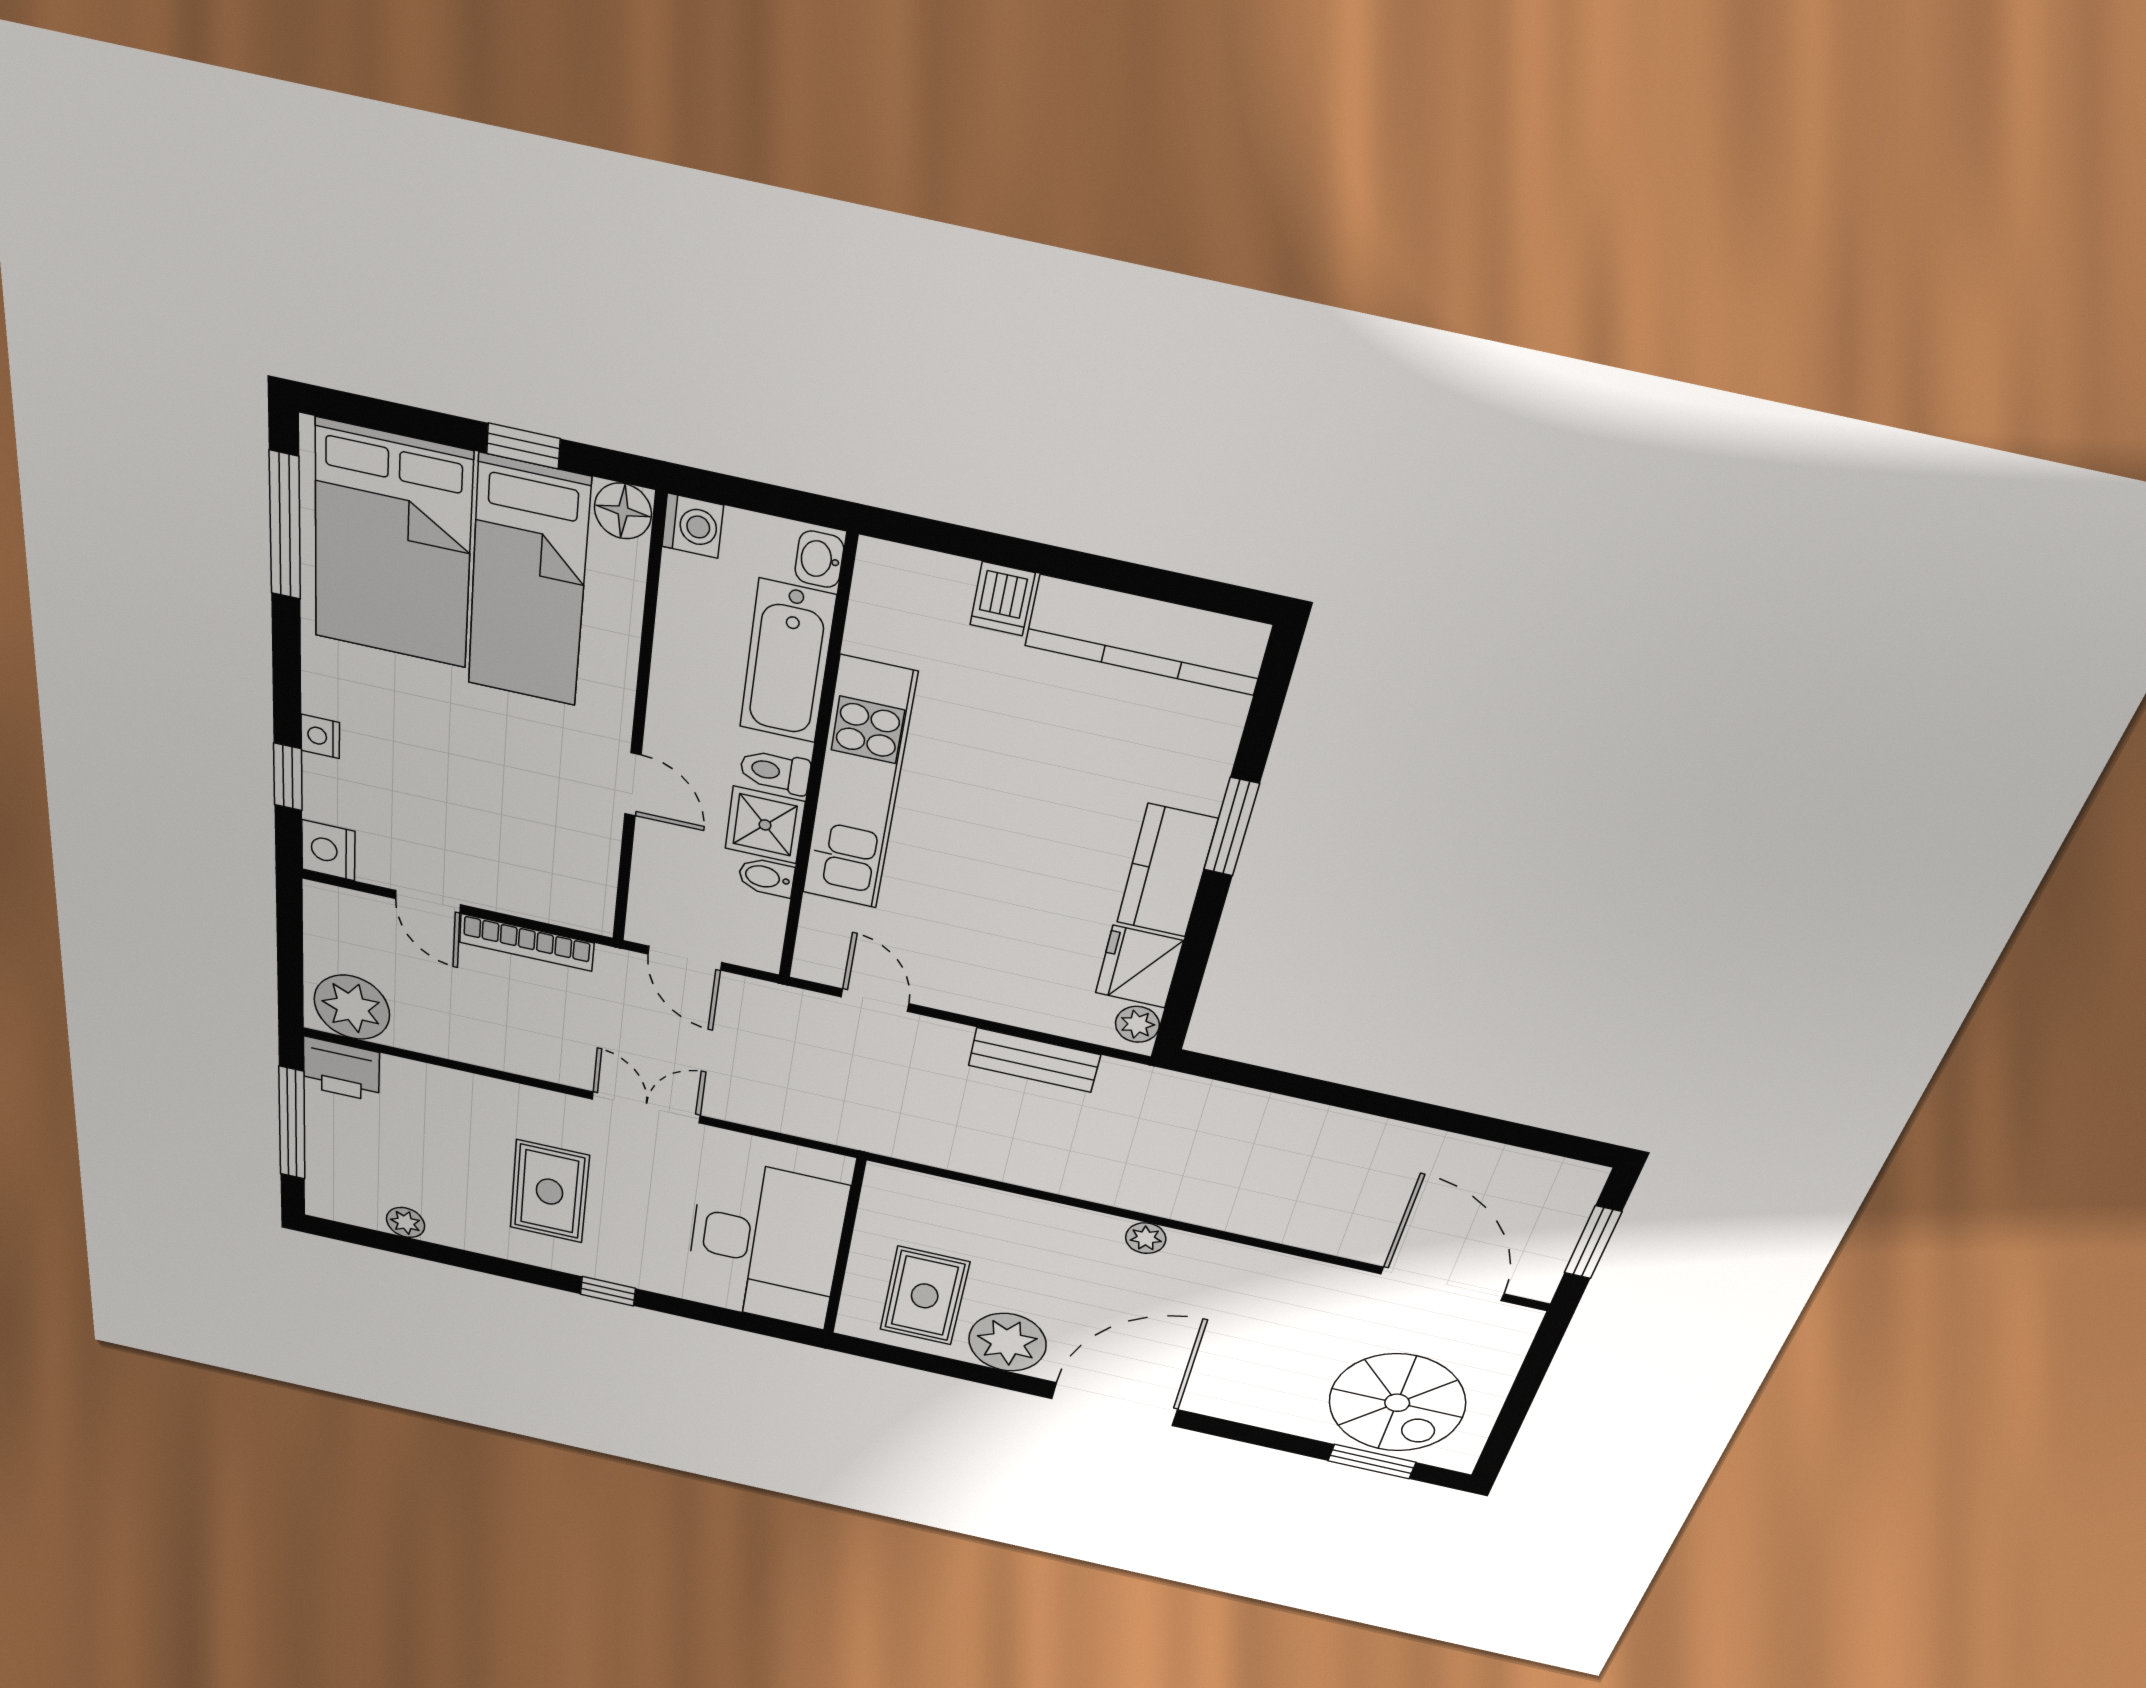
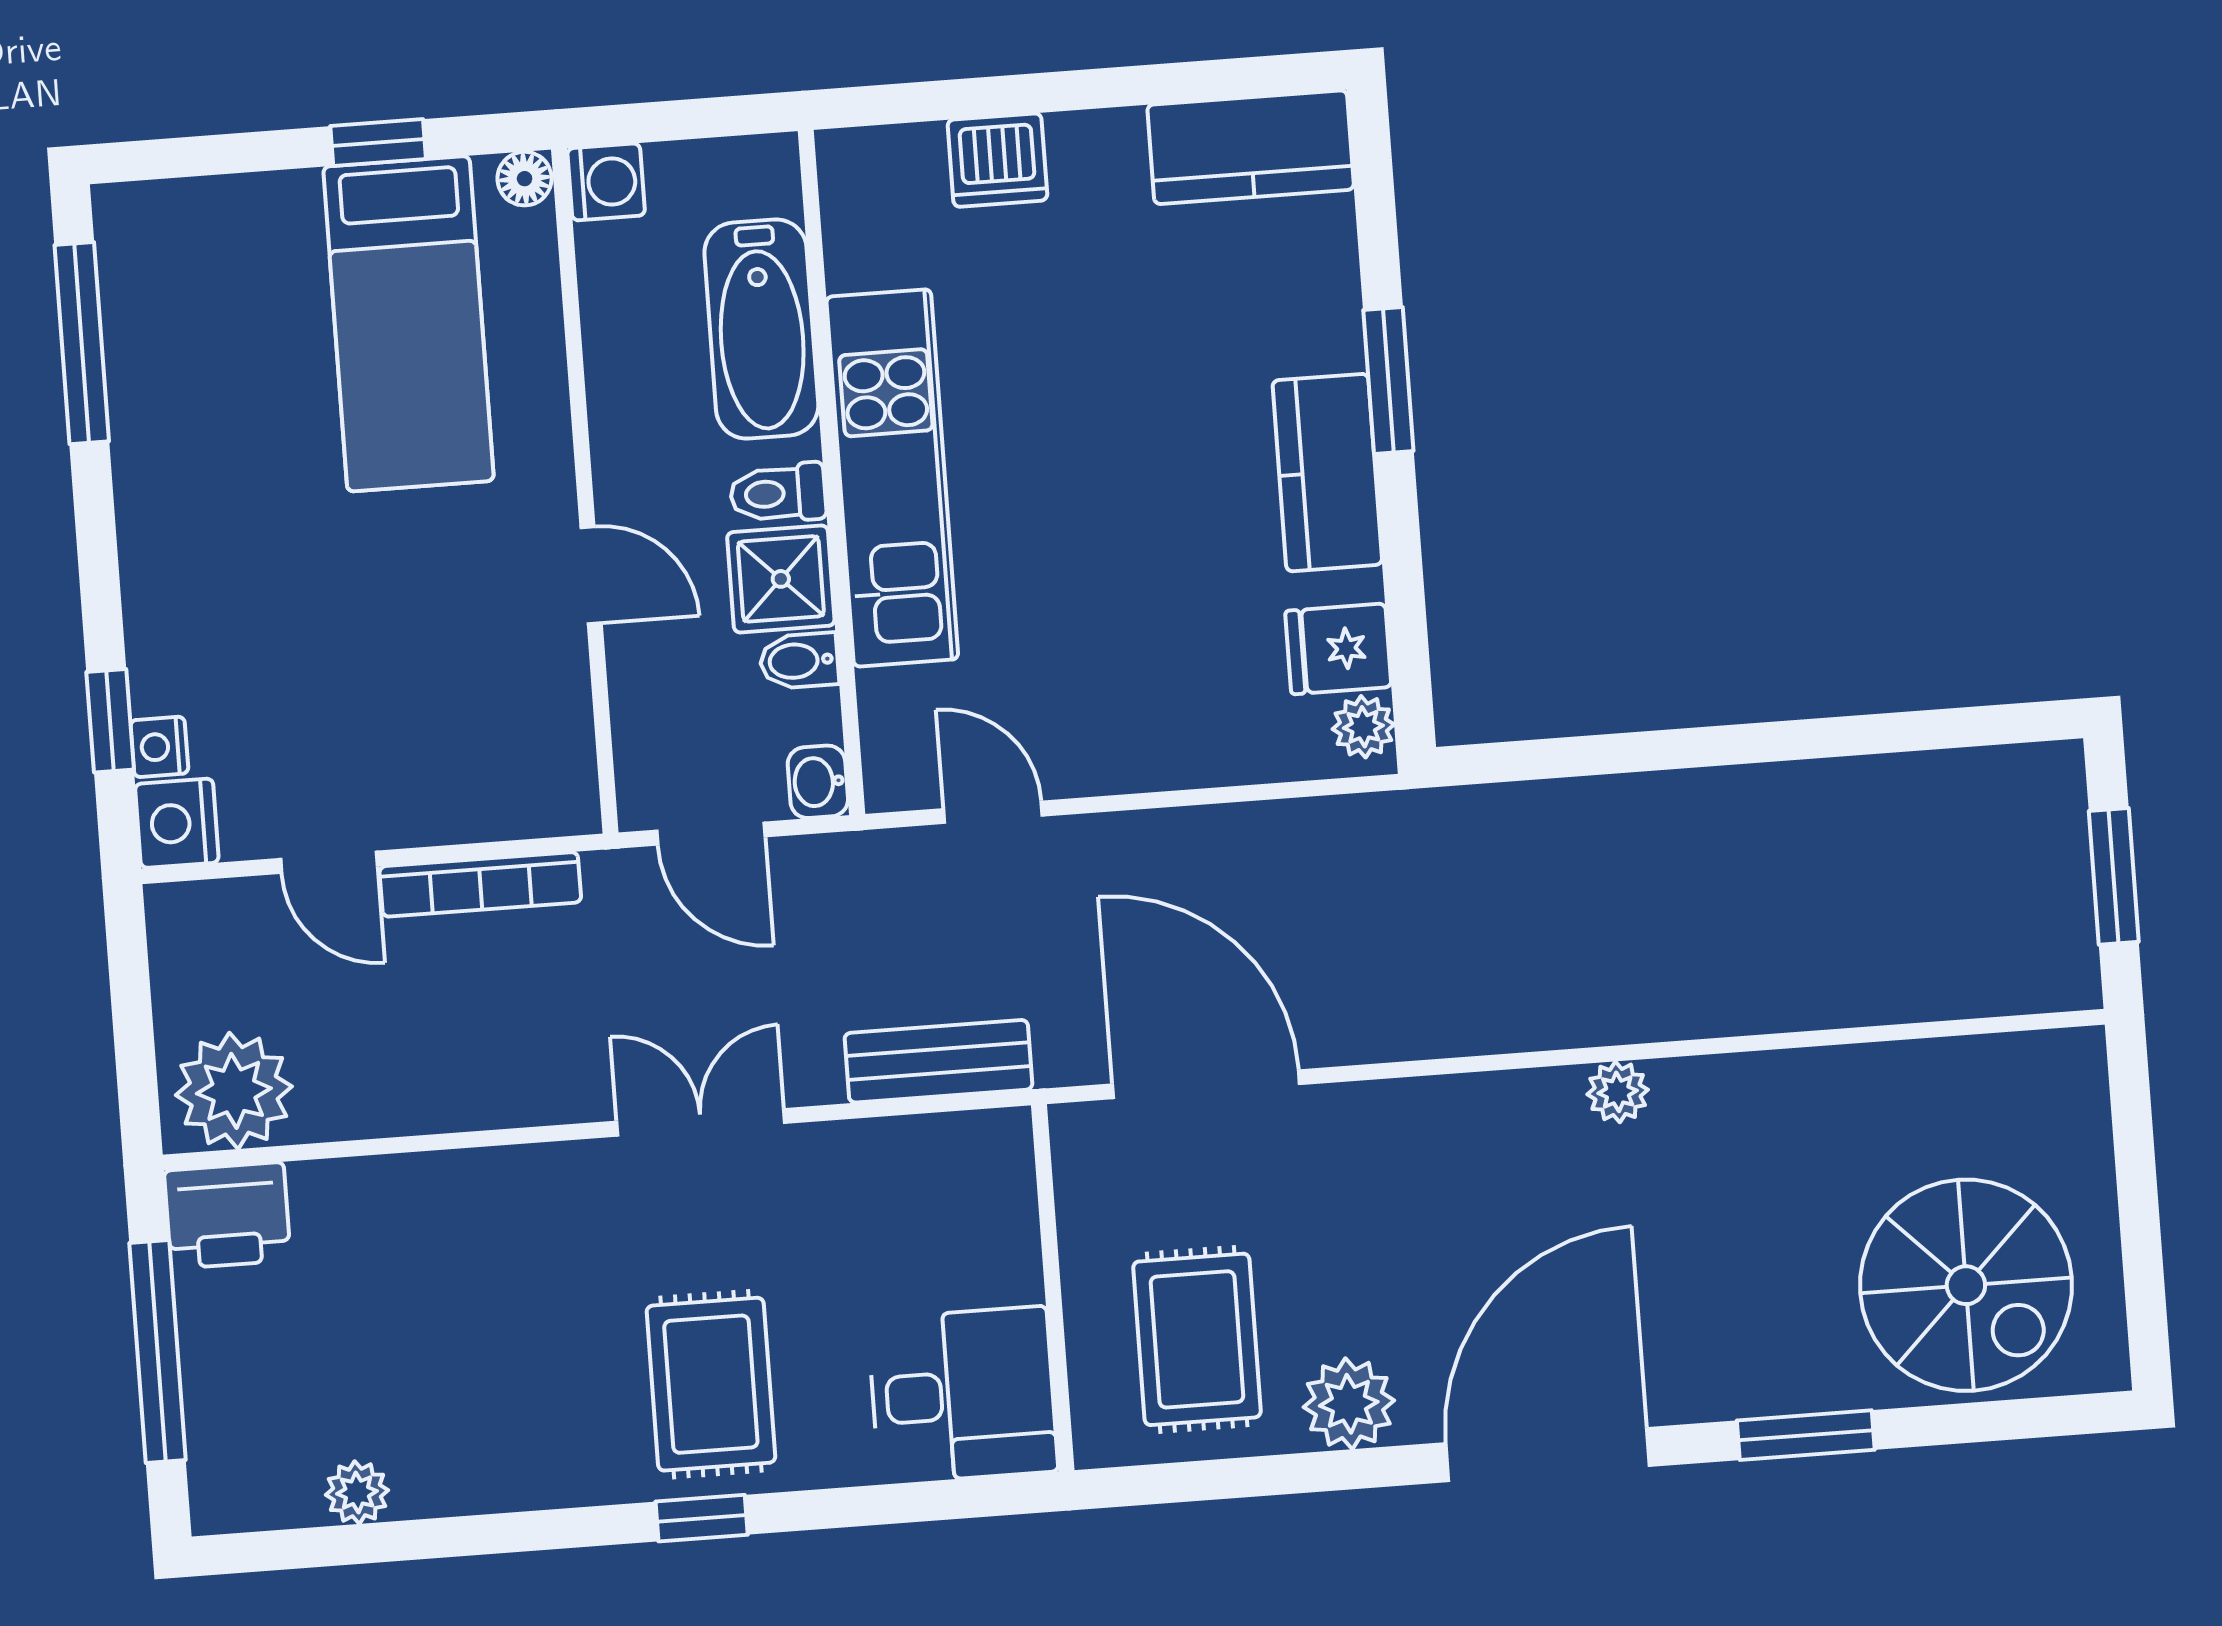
floor lamp: (623, 511) -> (525, 179), width x0.73, depth x0.73
bed: (392, 546) -> (225, 327), removed
washbasin: (819, 559) -> (818, 782), moved
dishwasher: (1002, 599) -> (997, 160), width x1.38
kitchen counter: (1148, 635) -> (1251, 147), width x0.67
nightstand: (320, 736) -> (159, 747), moved
fridge: (1139, 967) -> (1338, 649), width x0.72
bench: (1034, 1060) -> (938, 1061), moved
rug: (549, 1192) -> (711, 1384), moved
plant: (1146, 1238) -> (1618, 1092), moved
desk: (765, 1244) -> (963, 1395), width x0.53, depth x0.77
door: (1442, 1284) -> (1206, 1084), moved
plant: (1007, 1342) -> (1349, 1404), width x0.73, depth x0.73
window: (1372, 1461) -> (1806, 1435), moved

